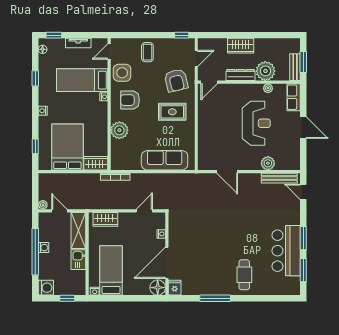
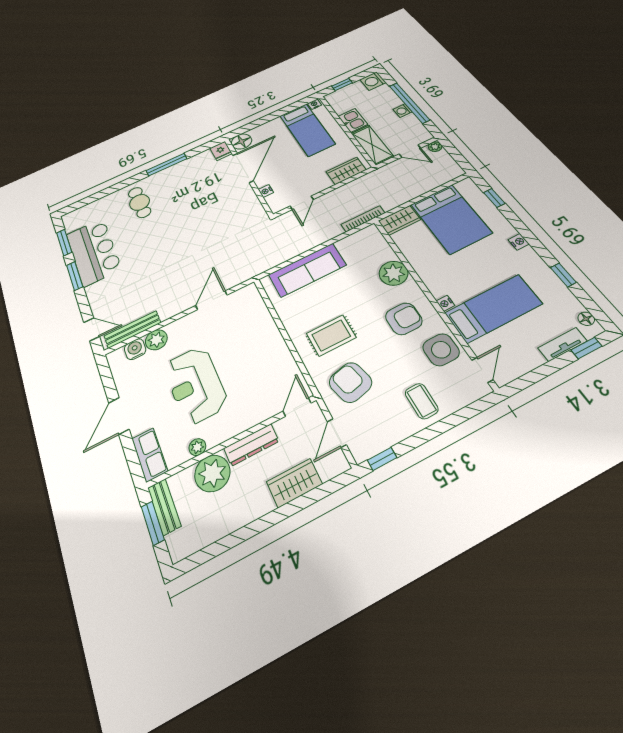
tv unit: (78, 43) -> (562, 344), moved
wardrobe: (241, 46) -> (294, 483), moved
door: (303, 128) -> (119, 416), hinge flipped
water cooler: (282, 164) -> (135, 349), added
door: (227, 172) -> (211, 300), hinge flipped

